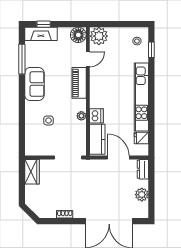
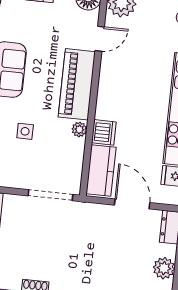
piano: (79, 83) -> (77, 84), width x1.37, depth x1.33

